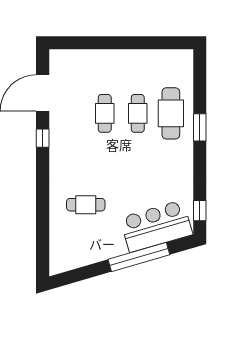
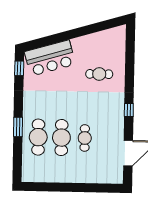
cafe table: (138, 113) -> (61, 138), width x1.37, depth x1.35
window: (43, 138) -> (129, 110), moved
window: (139, 257) -> (63, 37), removed

